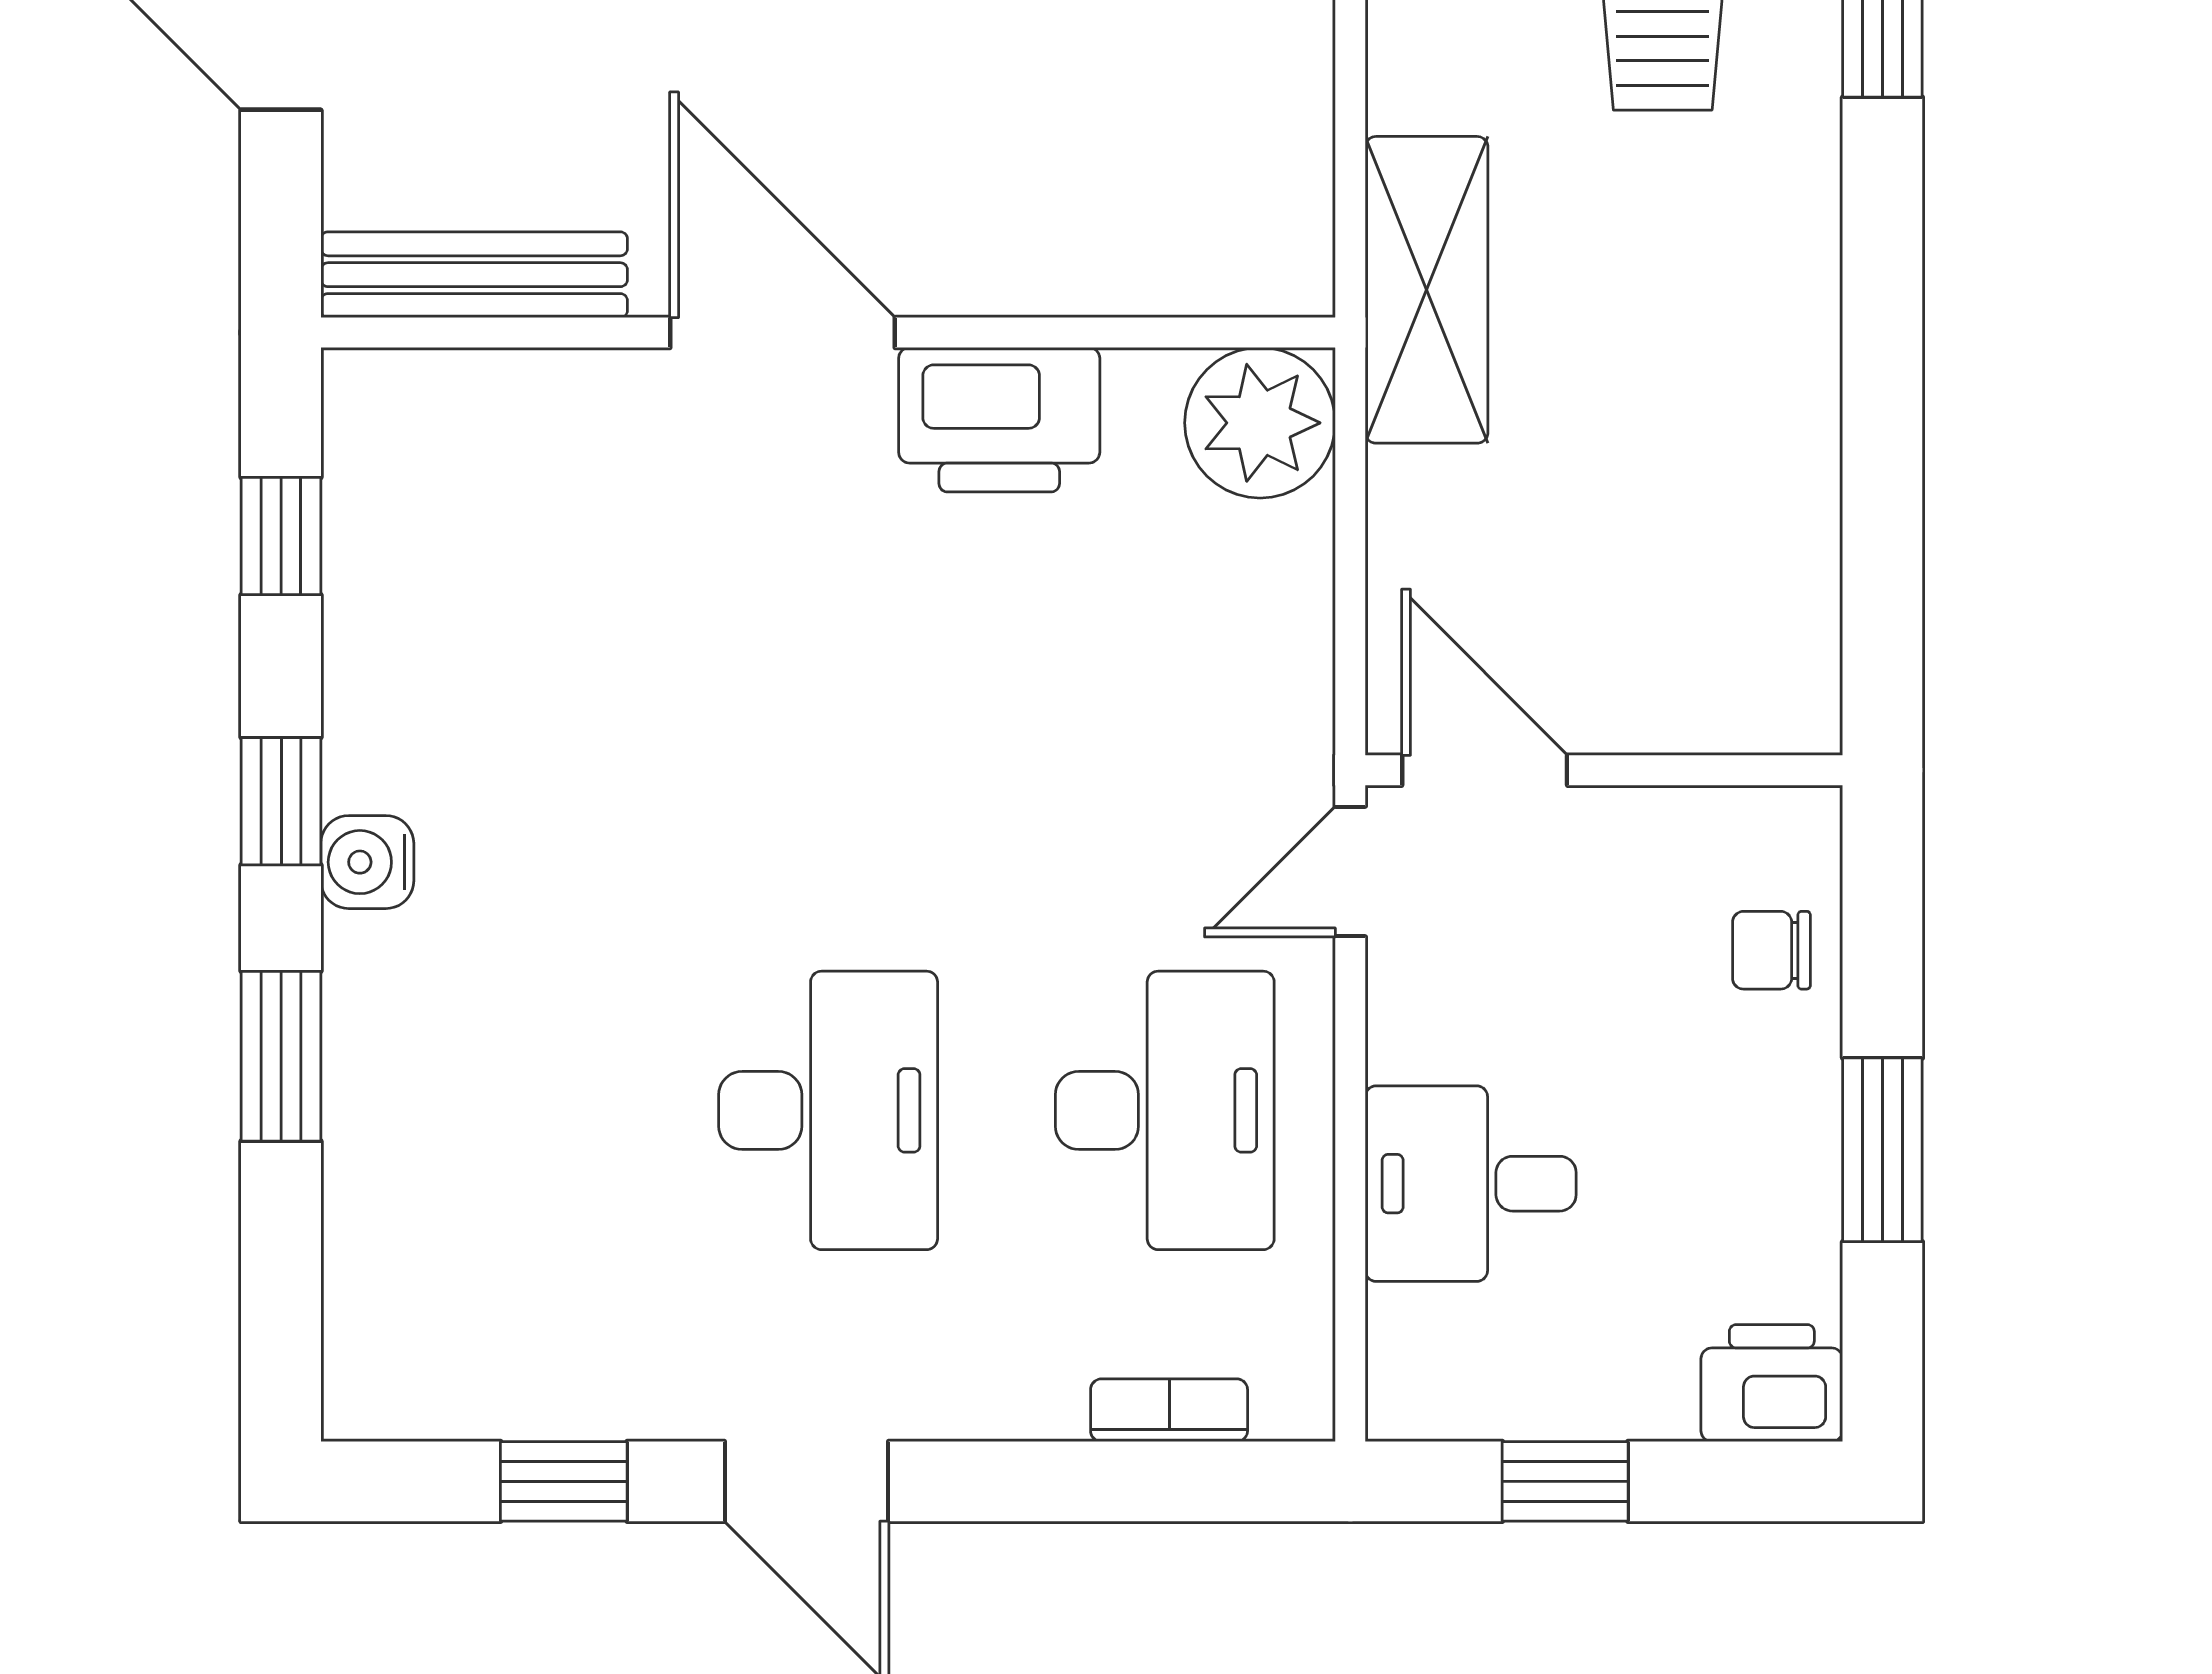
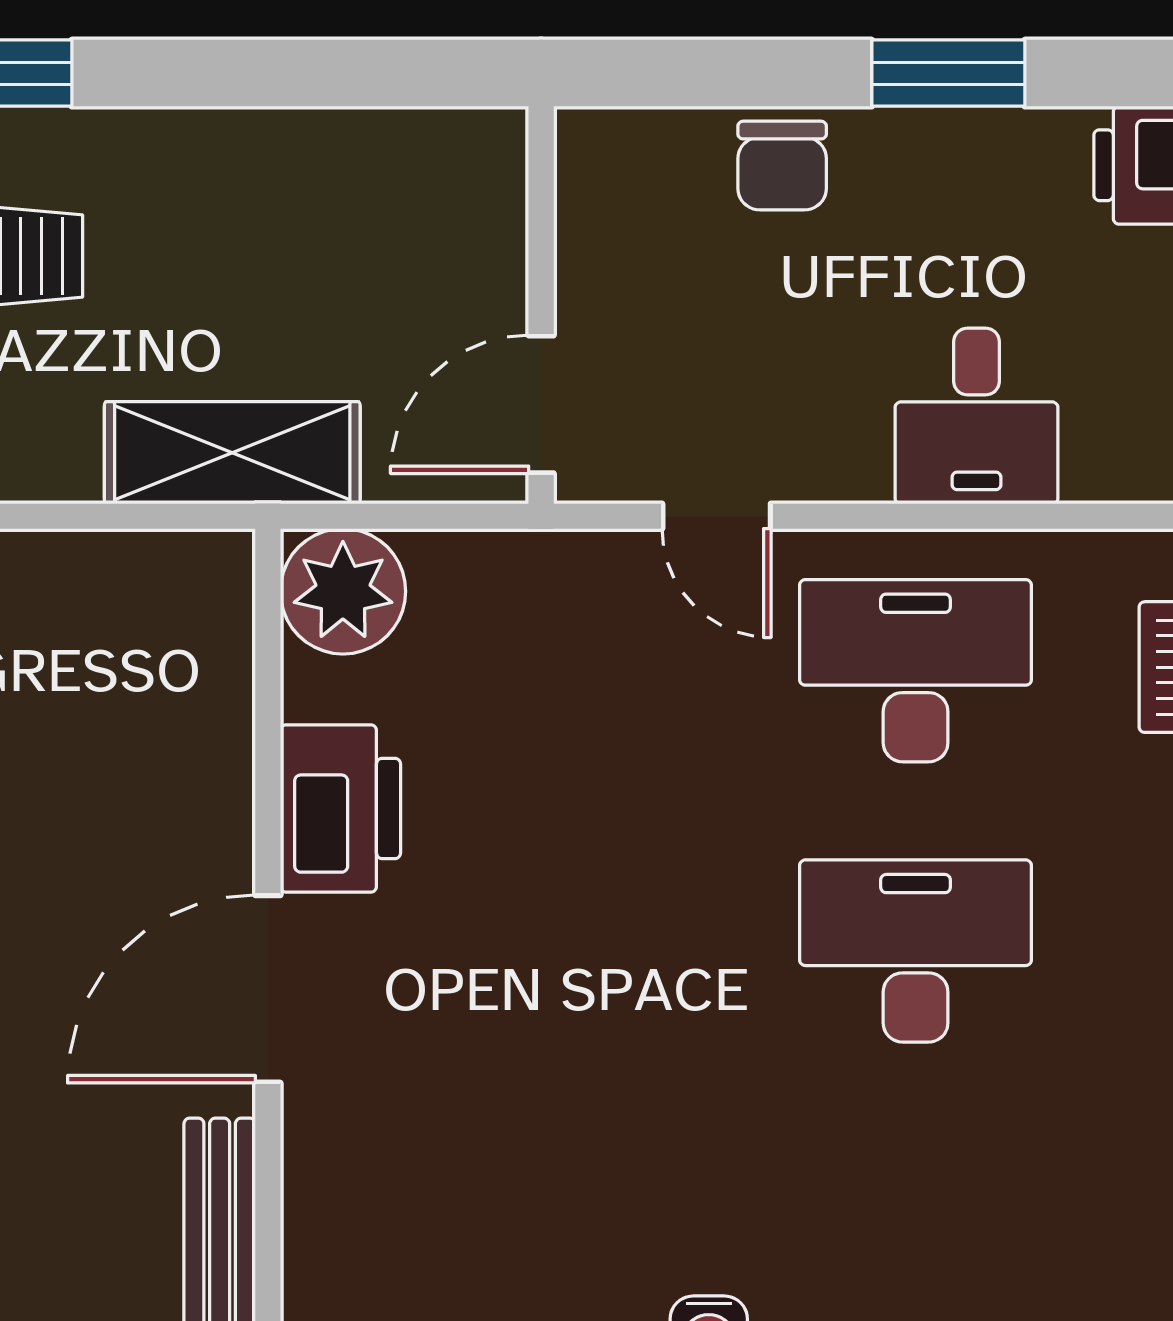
door: (1485, 770) -> (541, 404), moved
wall: (1604, 770) -> (541, 305), moved
chair: (1771, 950) -> (782, 166), width x1.37, depth x1.37

